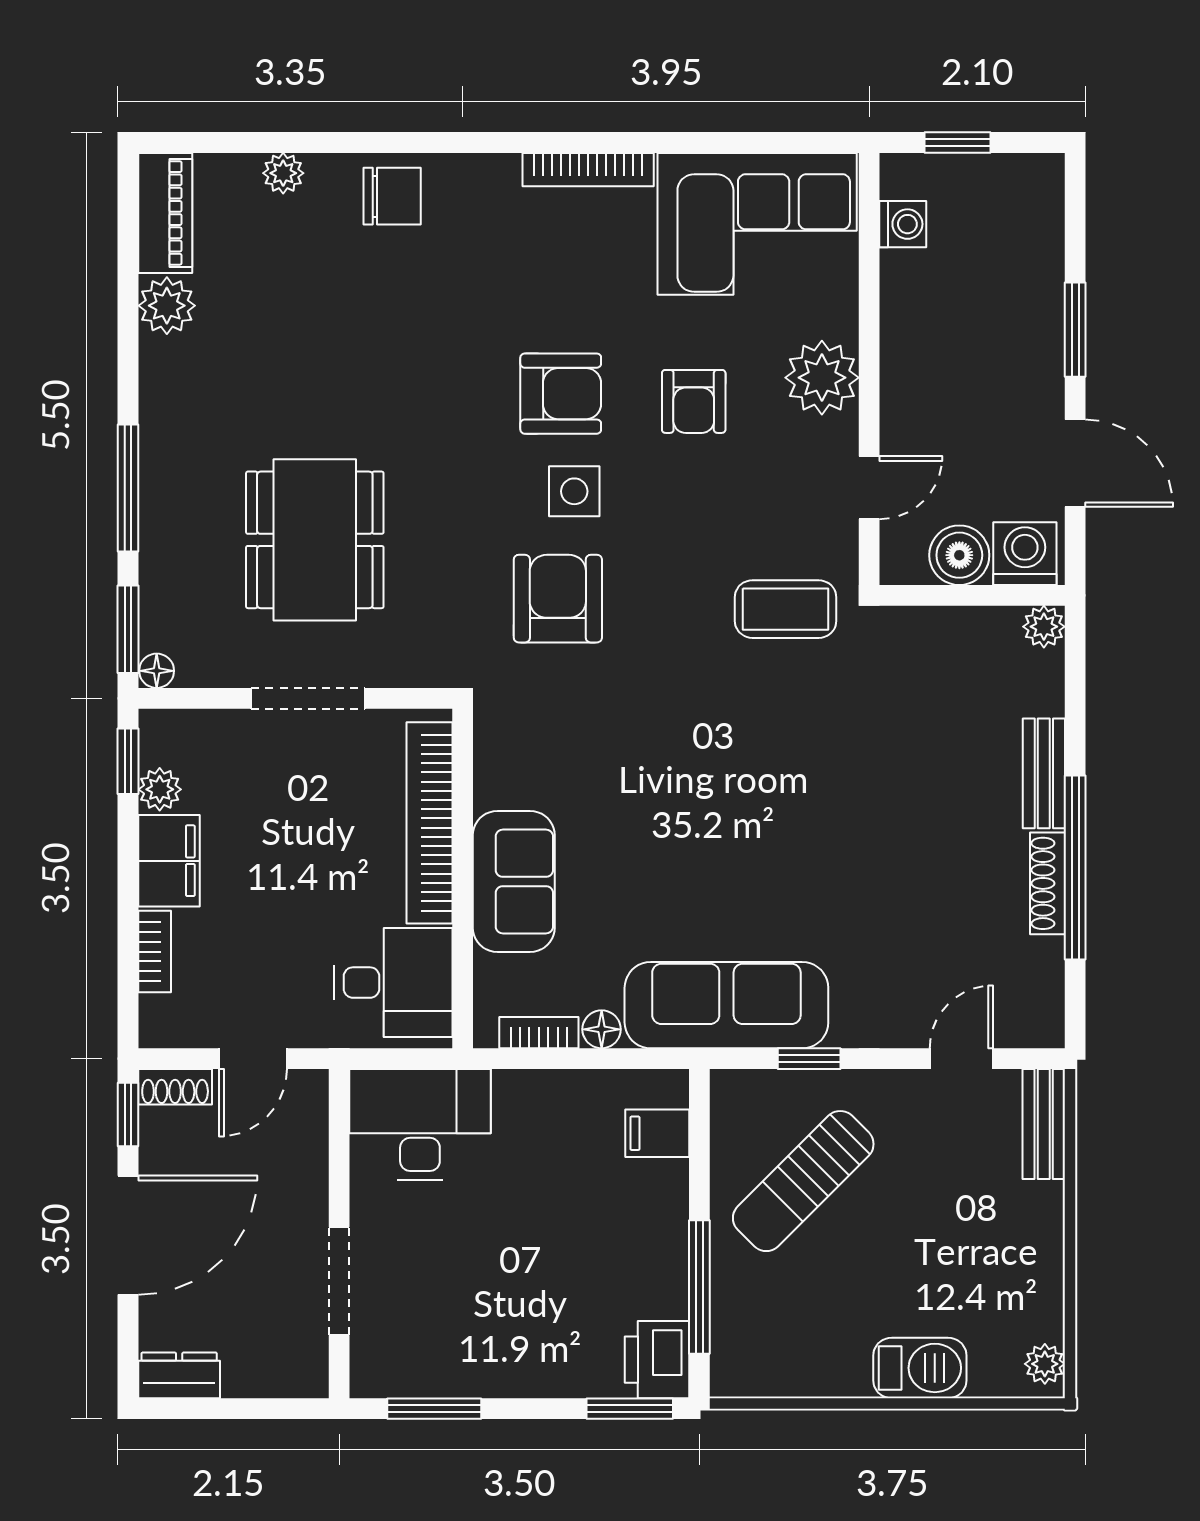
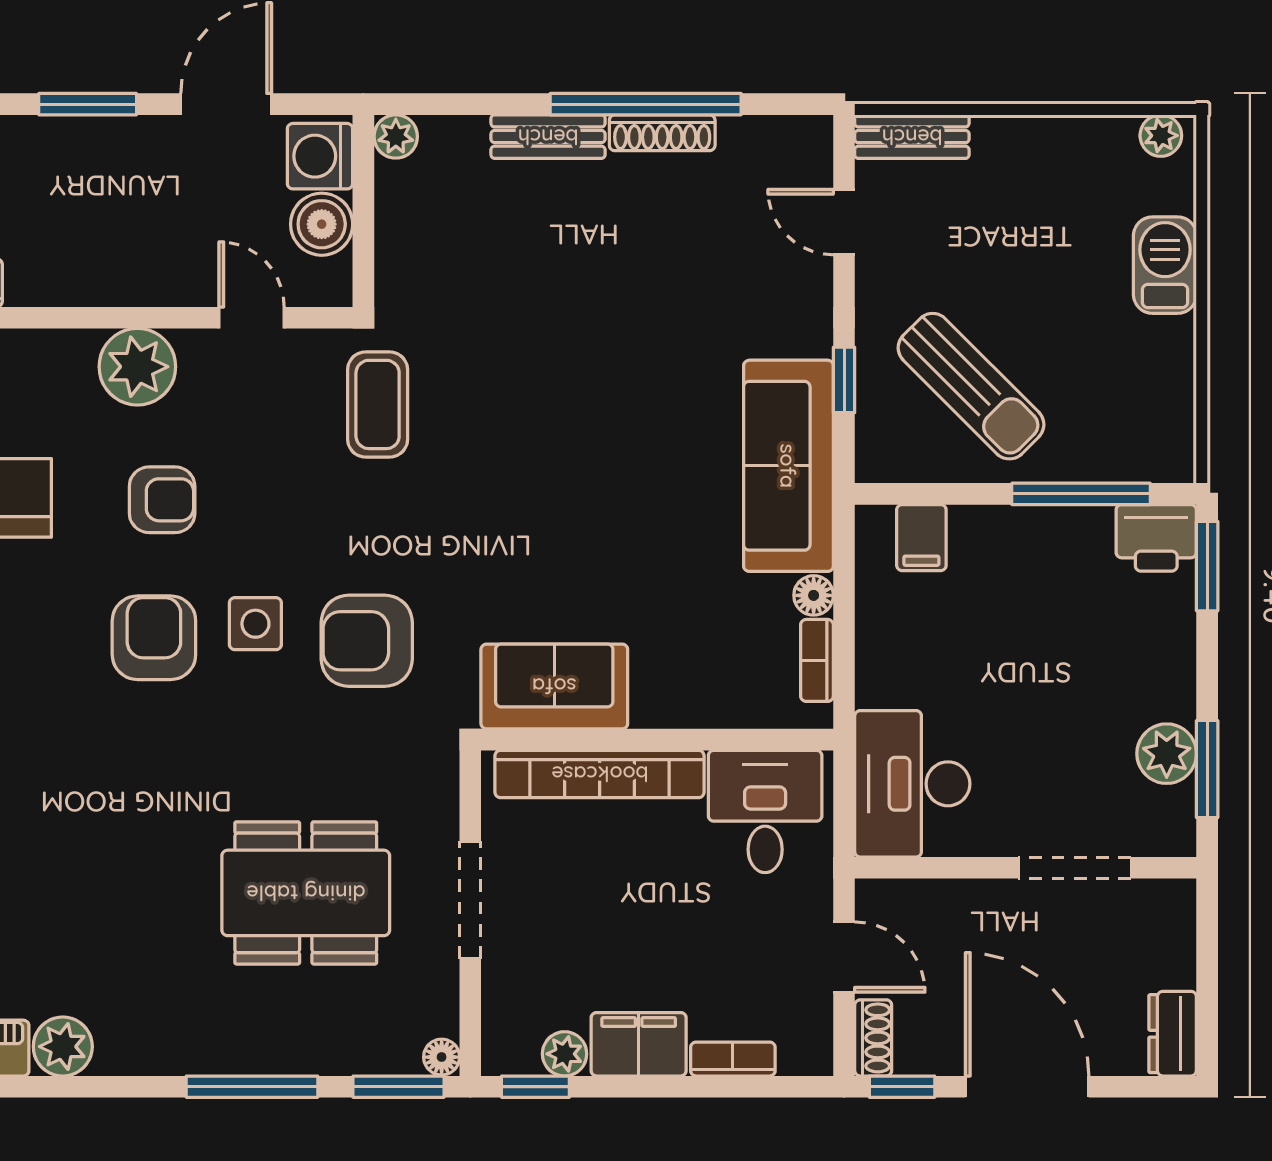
sofa: (514, 881) -> (554, 686), moved
plant: (449, 1370) -> (1167, 754), added

